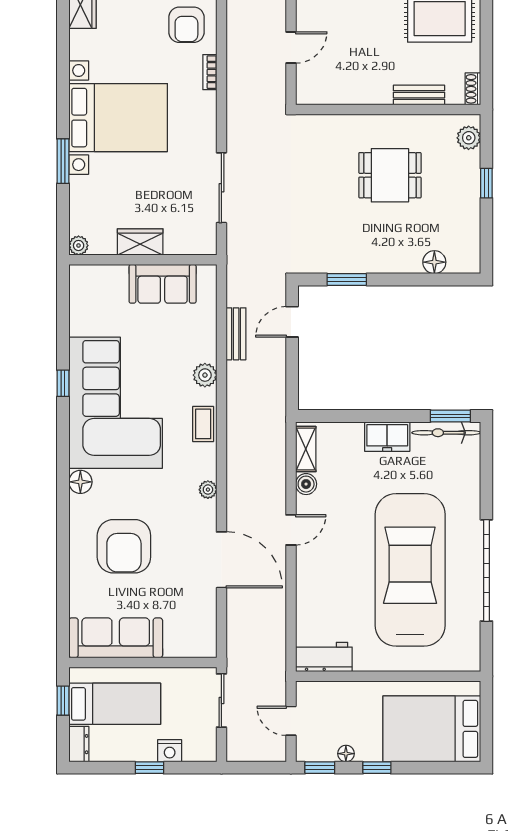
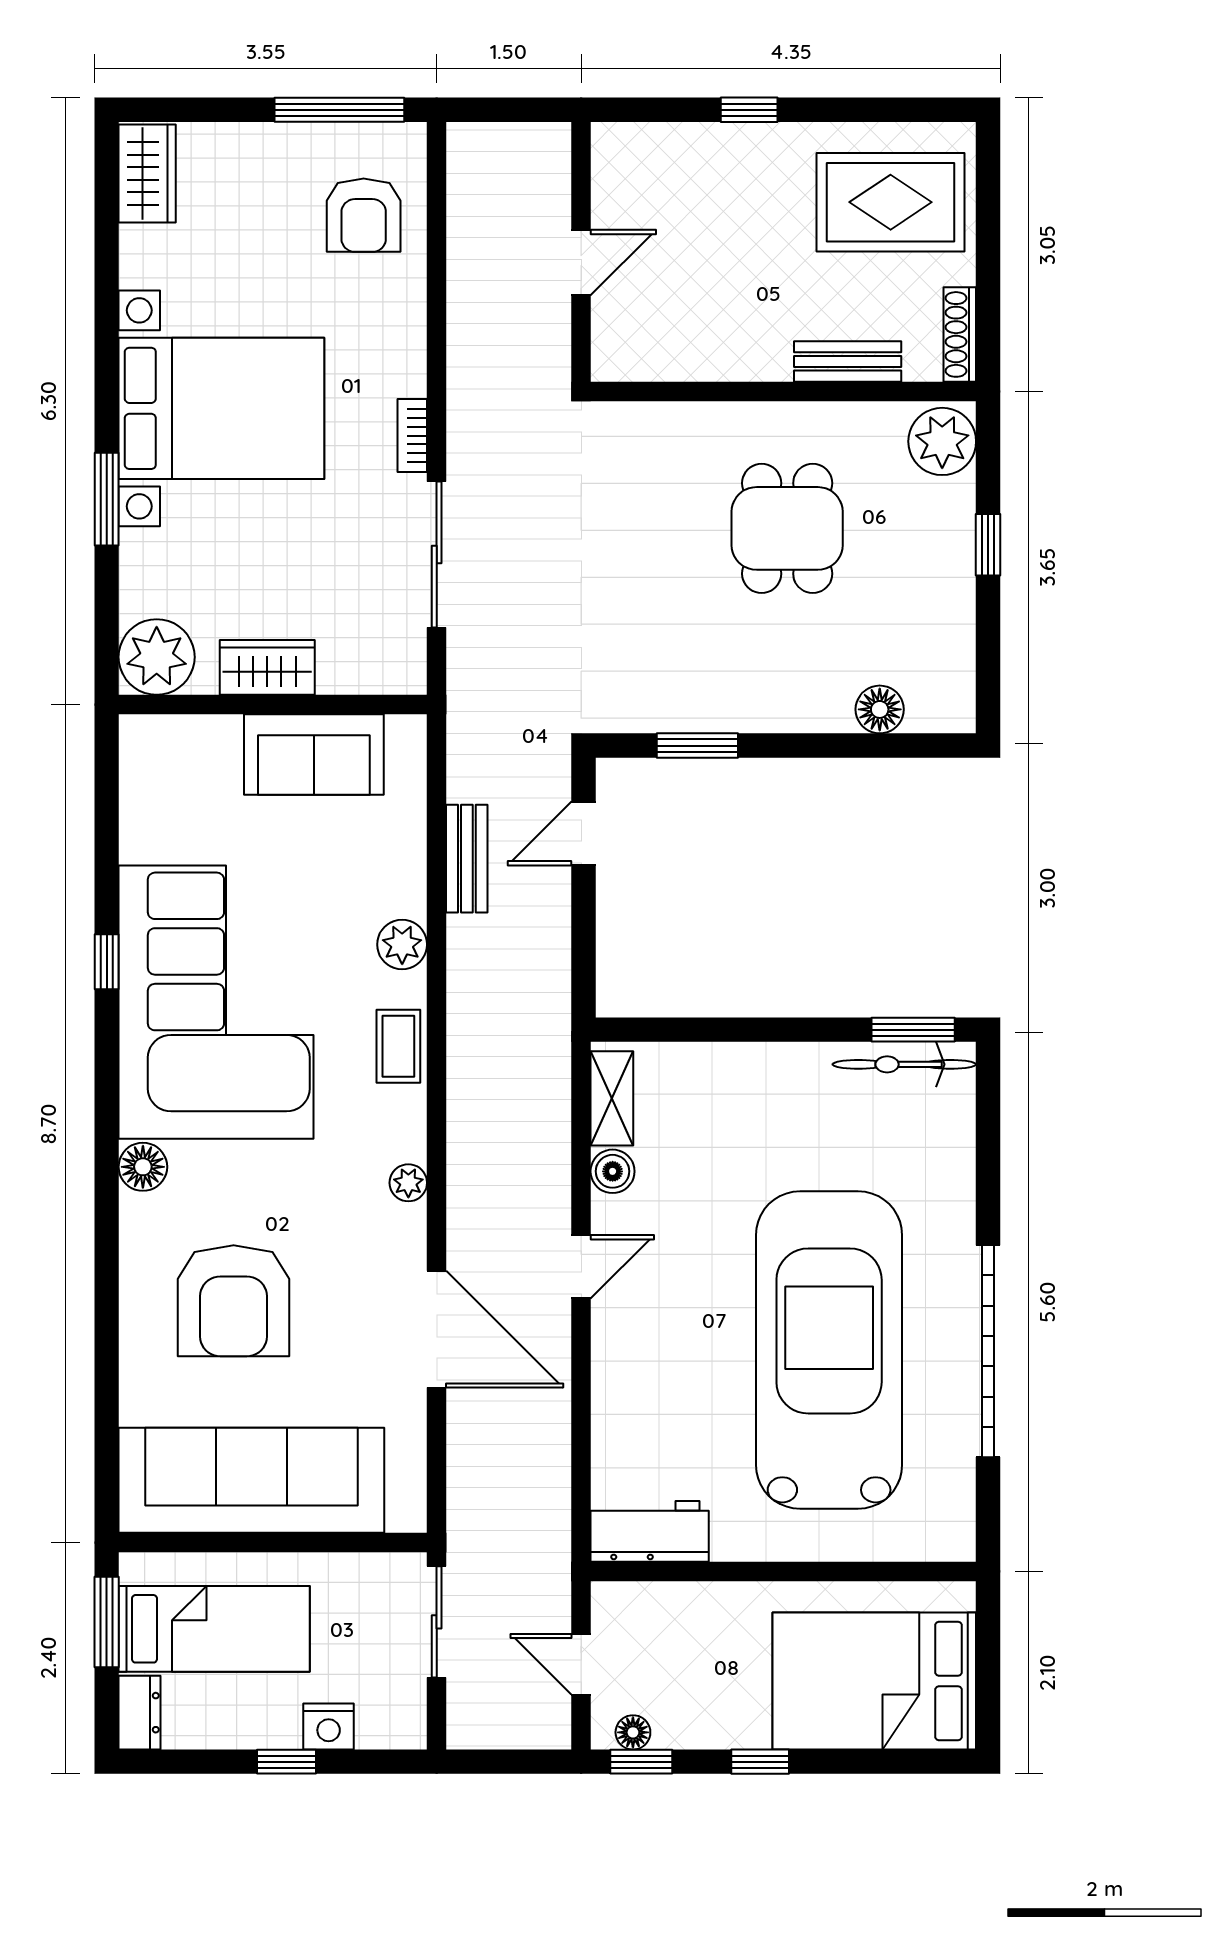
bookcase: (210, 72) -> (412, 436), moved
shoe rack: (473, 89) -> (960, 334), width x1.43
plant: (469, 138) -> (942, 441), width x1.36, depth x1.36
dining table: (390, 175) -> (787, 528), turned 90
plant: (79, 245) -> (157, 657), width x1.88, depth x1.88
freezer: (387, 437) -> (782, 1072), removed
sofa: (116, 638) -> (251, 1480), width x1.36, depth x1.27
window: (63, 701) -> (107, 1622), width x1.50
floor lamp: (346, 754) -> (633, 1732), moved

